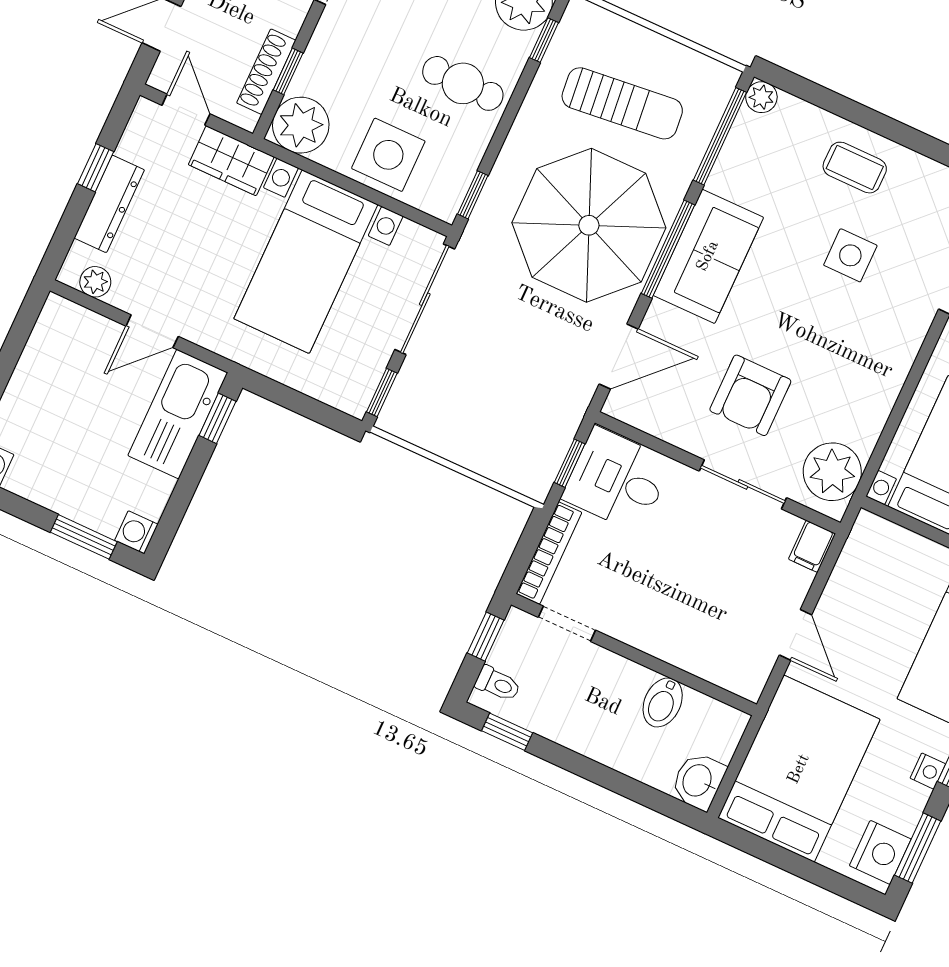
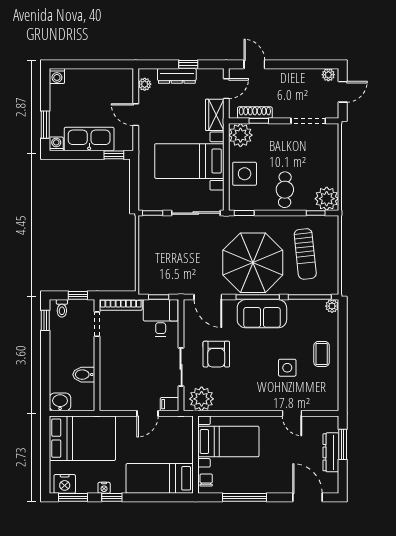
armchair: (750, 395) -> (216, 354), turned -90
kitchen sink: (178, 414) -> (89, 139), moved
door: (796, 635) -> (148, 413), moved

